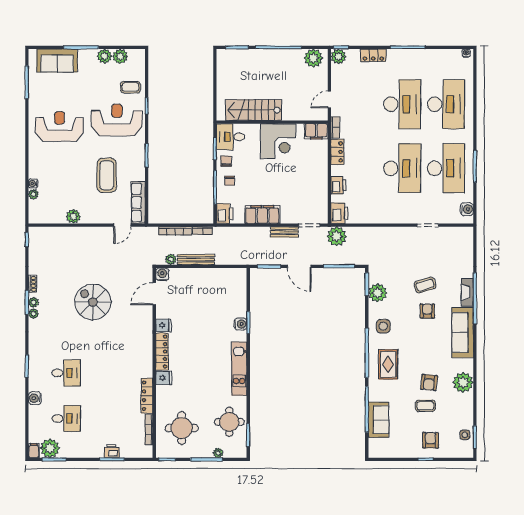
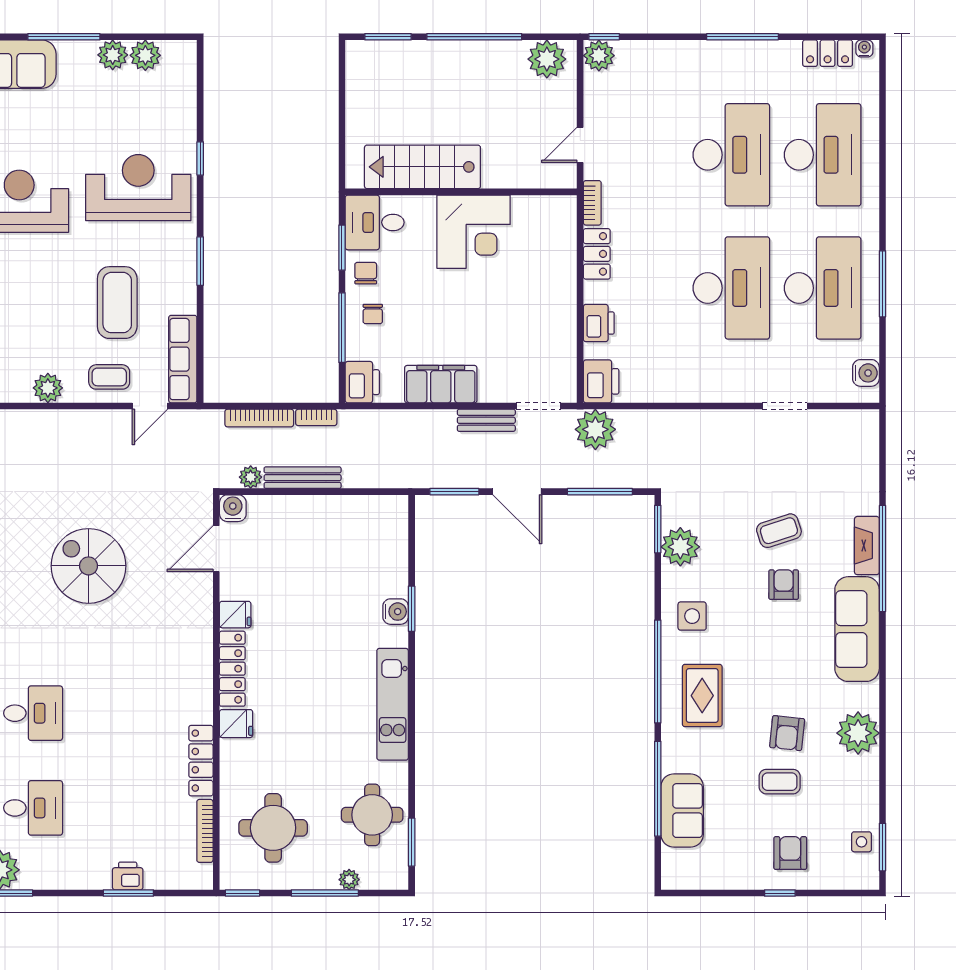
locker: (373, 55) -> (828, 53), moved
coffee table: (130, 87) -> (109, 377), moved
filing cabinet: (316, 131) -> (553, 211), removed

